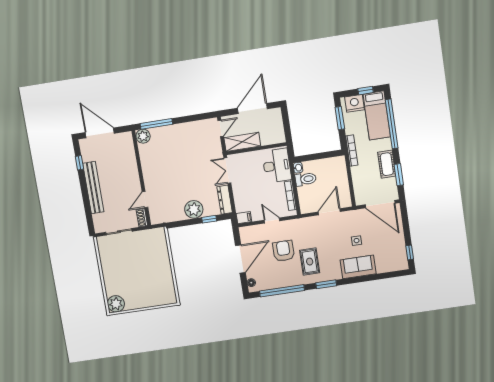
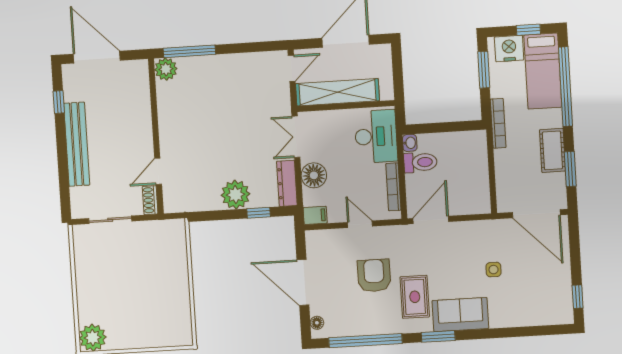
shelving: (242, 142) -> (337, 92), width x1.47
floor lamp: (241, 193) -> (314, 175), added
door: (329, 212) -> (431, 220), moved
door: (240, 259) -> (303, 282), swing flipped
sofa: (358, 267) -> (460, 315), moved

